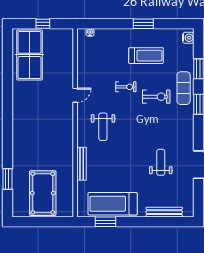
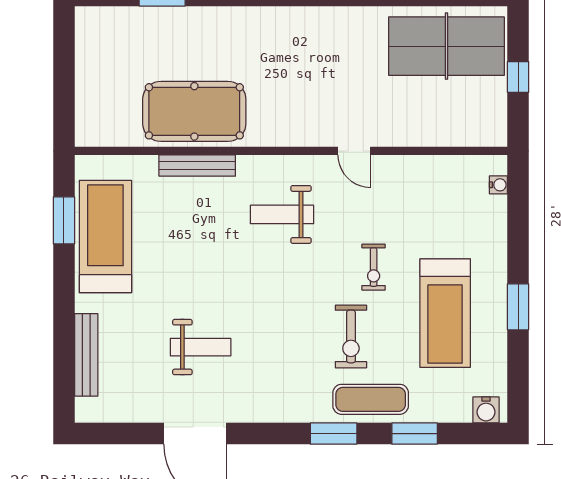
treadmill: (146, 56) -> (445, 313), width x1.37, depth x1.37
pool table: (43, 193) -> (194, 111), moved

